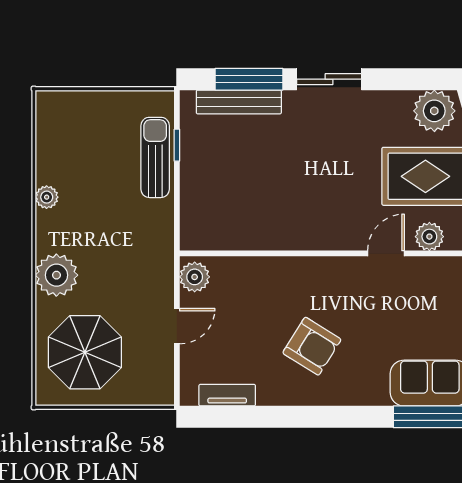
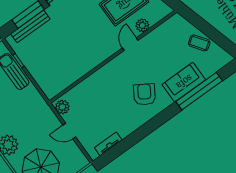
door: (177, 326) -> (69, 131), swing flipped
armchair: (312, 346) -> (144, 94), moved, turned -90

